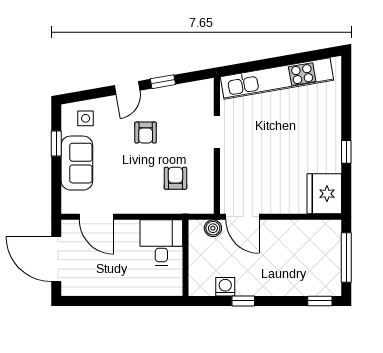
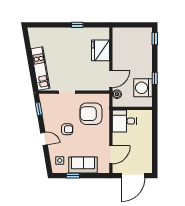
kitchen unit: (277, 78) -> (40, 68), width x0.73
window: (163, 82) -> (39, 109), moved
armchair: (175, 178) -> (91, 114), width x1.88, depth x1.88
fridge: (324, 194) -> (101, 50), moved, turned 90
window: (346, 258) -> (132, 25), removed
washing machine: (225, 287) -> (143, 88), width x1.89, depth x1.89

